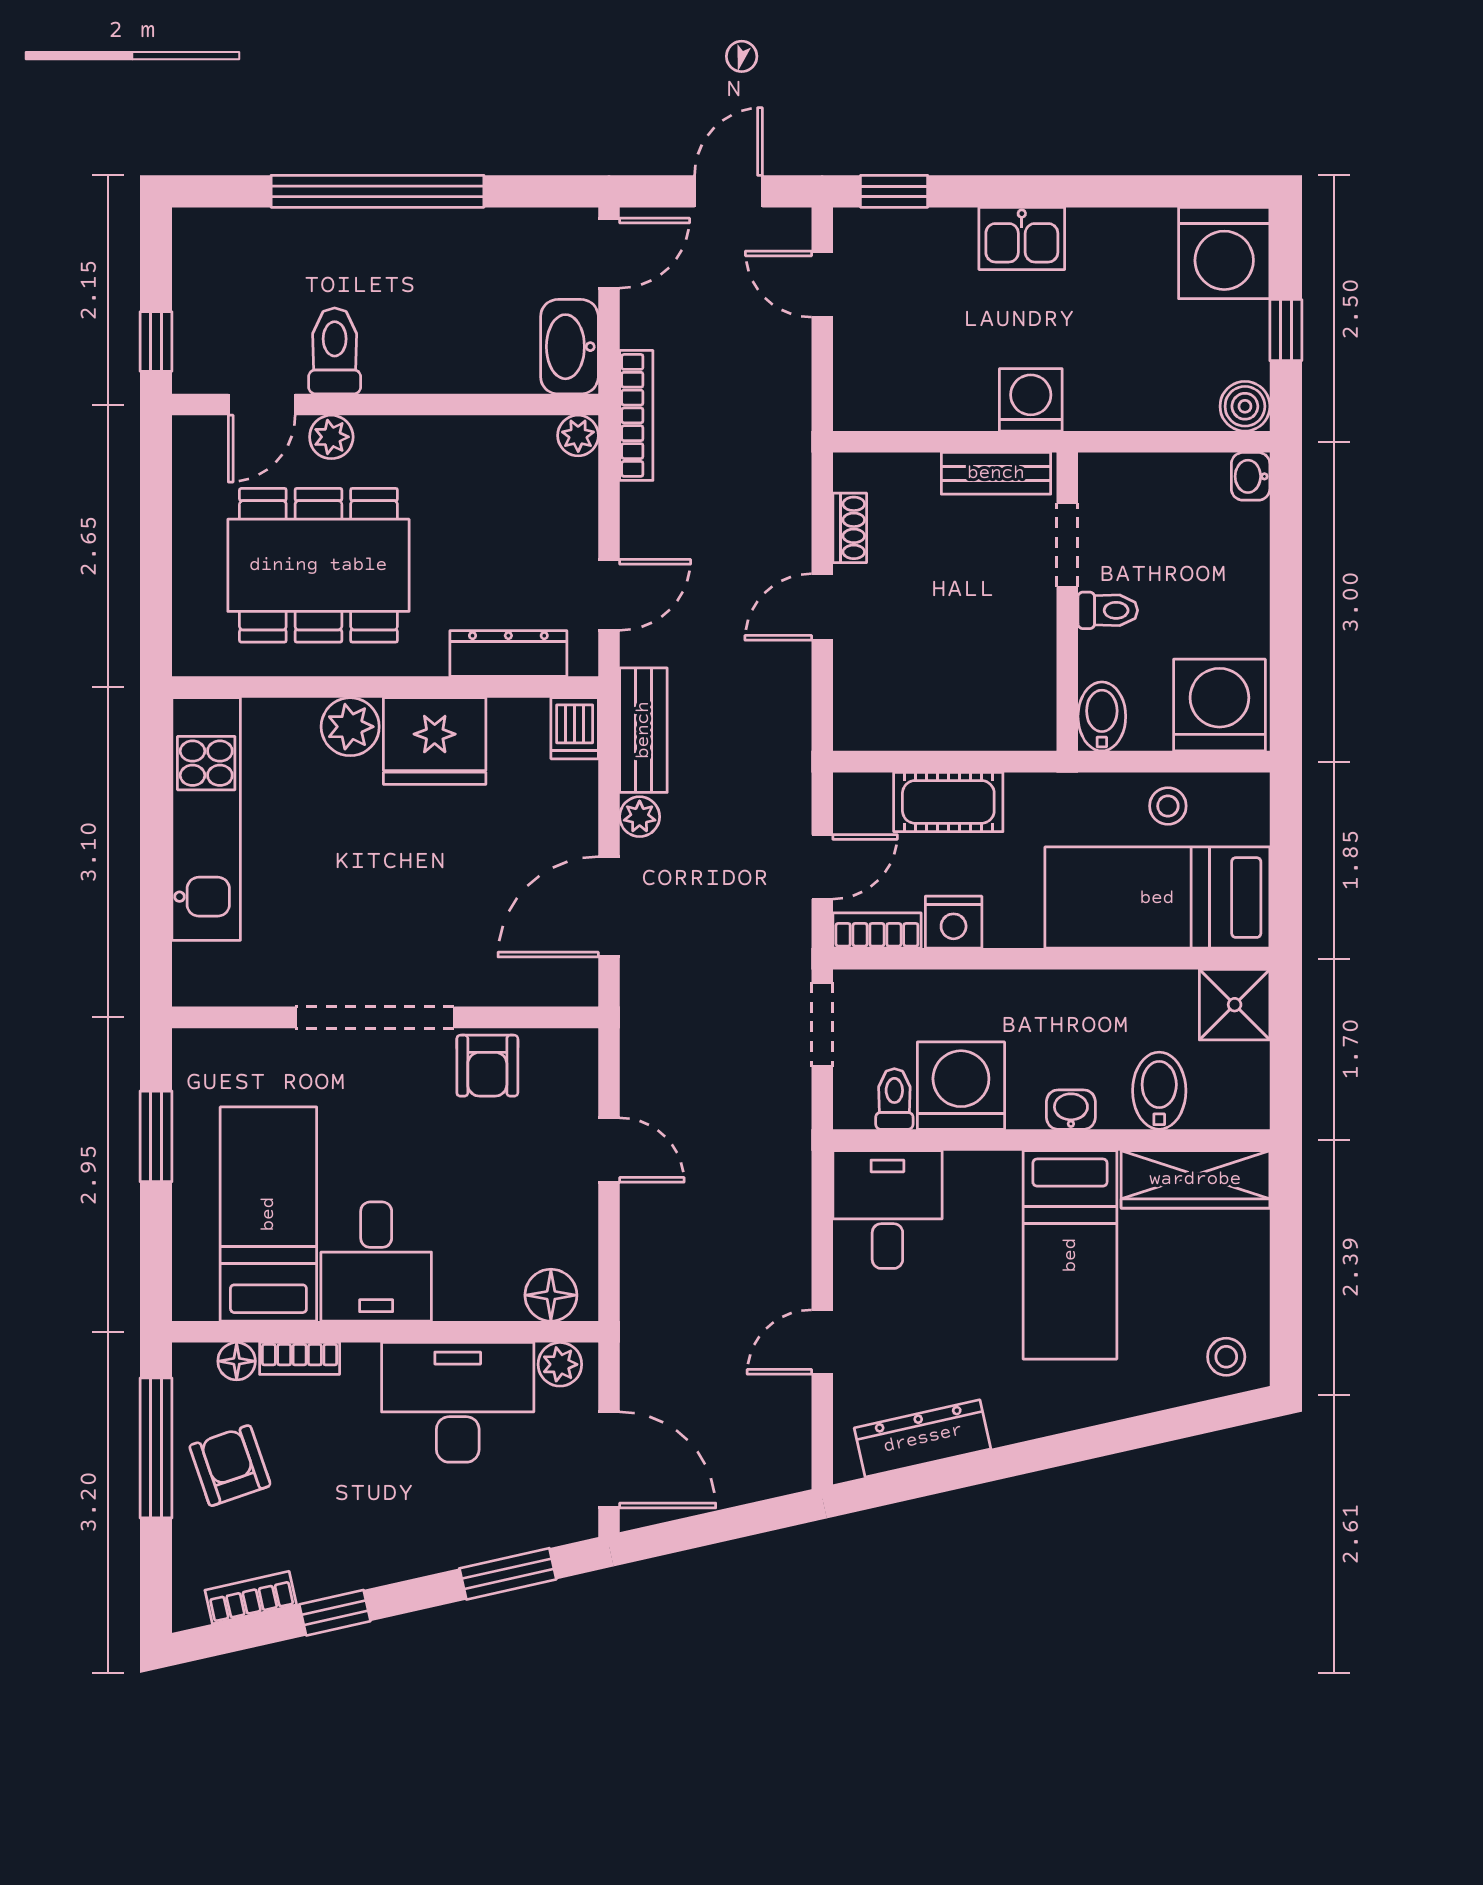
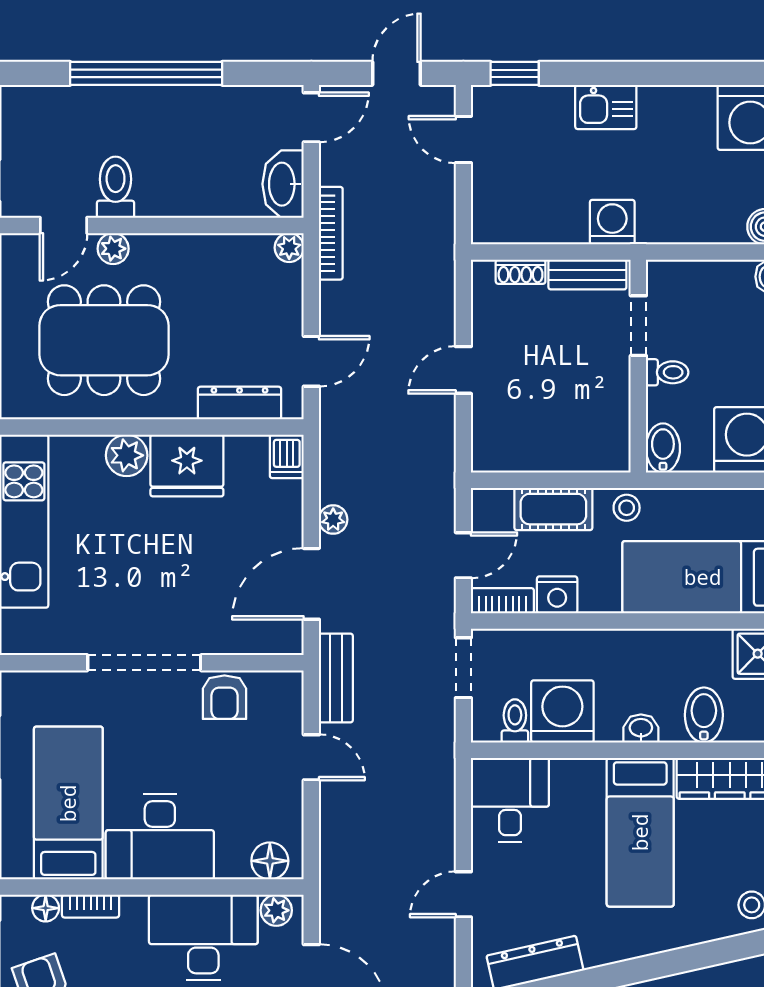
shoe rack: (850, 528) -> (521, 272), moved, turned 90
bench: (643, 730) -> (336, 678), moved
stool: (1168, 806) -> (627, 508), moved
desk: (376, 1262) -> (160, 837), width x1.37

